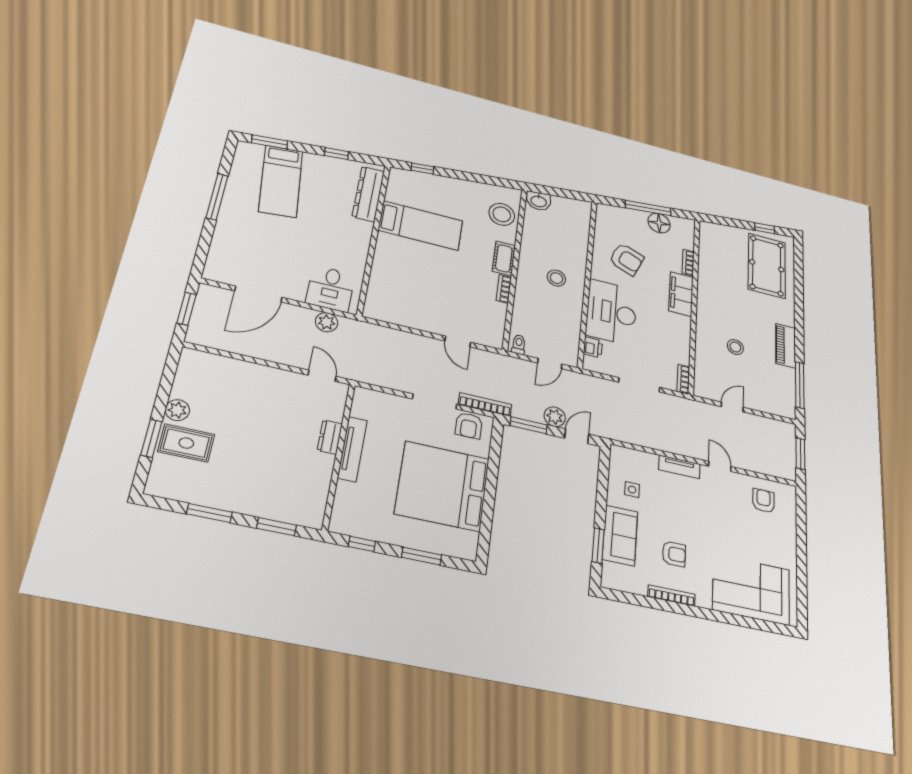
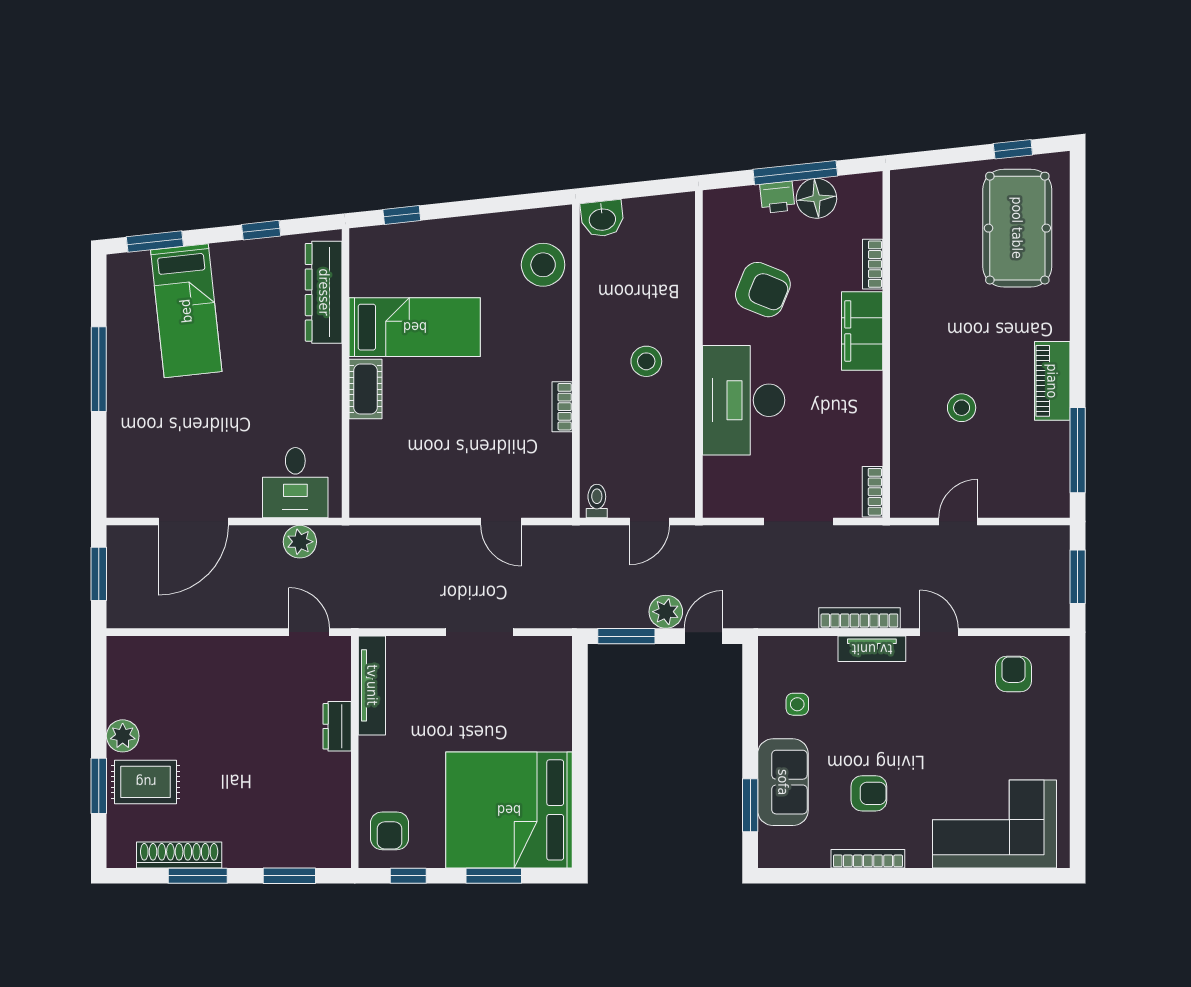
cot: (504, 258) -> (365, 389), moved
printer: (593, 347) -> (777, 197), moved, turned 84
bookcase: (485, 404) -> (859, 618), moved
armchair: (469, 426) -> (390, 831), moved
tv unit: (352, 449) -> (372, 685), moved
bed: (443, 486) -> (509, 810), moved
shoe rack: (199, 496) -> (179, 855), added

